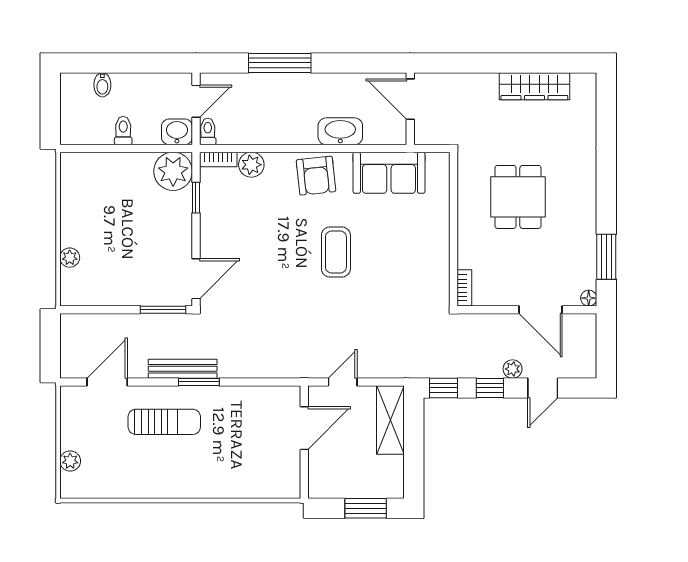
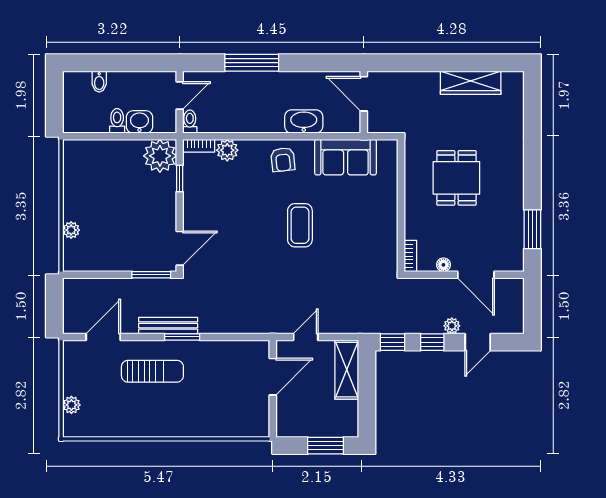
washbasin: (177, 132) -> (139, 122), moved
armchair: (316, 176) -> (283, 160), width x0.72, depth x0.72
floor lamp: (589, 298) -> (443, 265), moved

